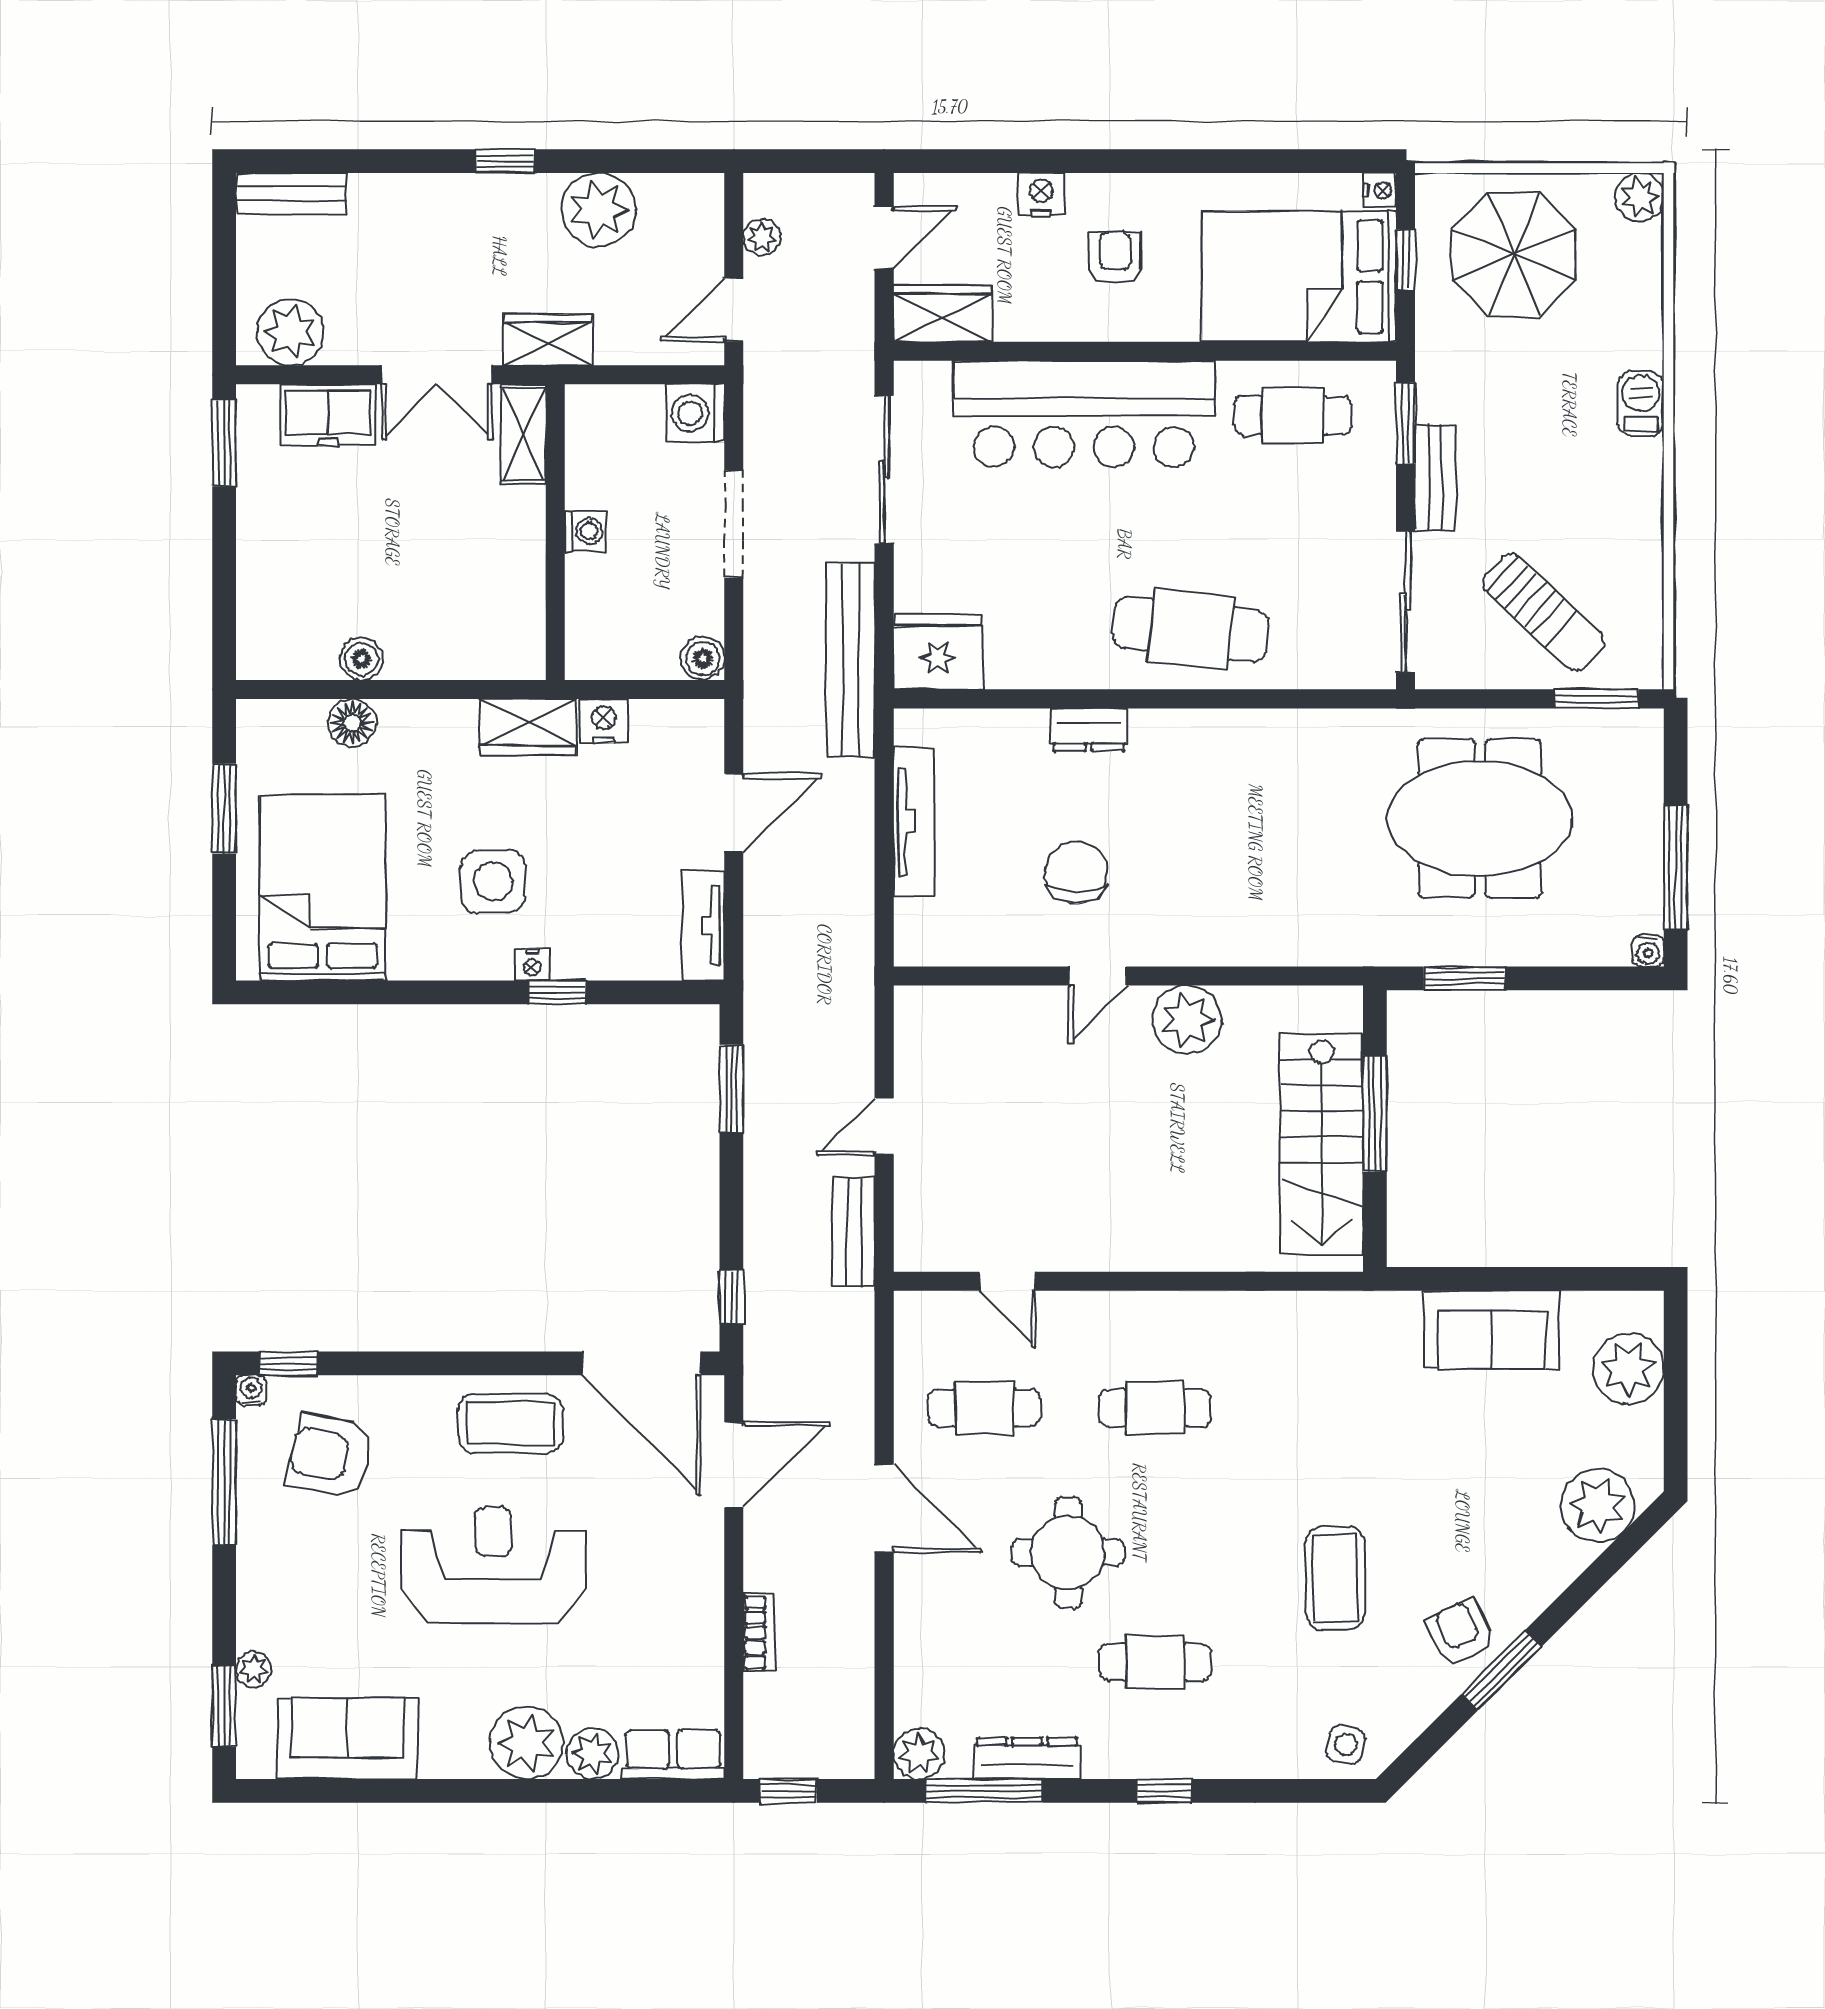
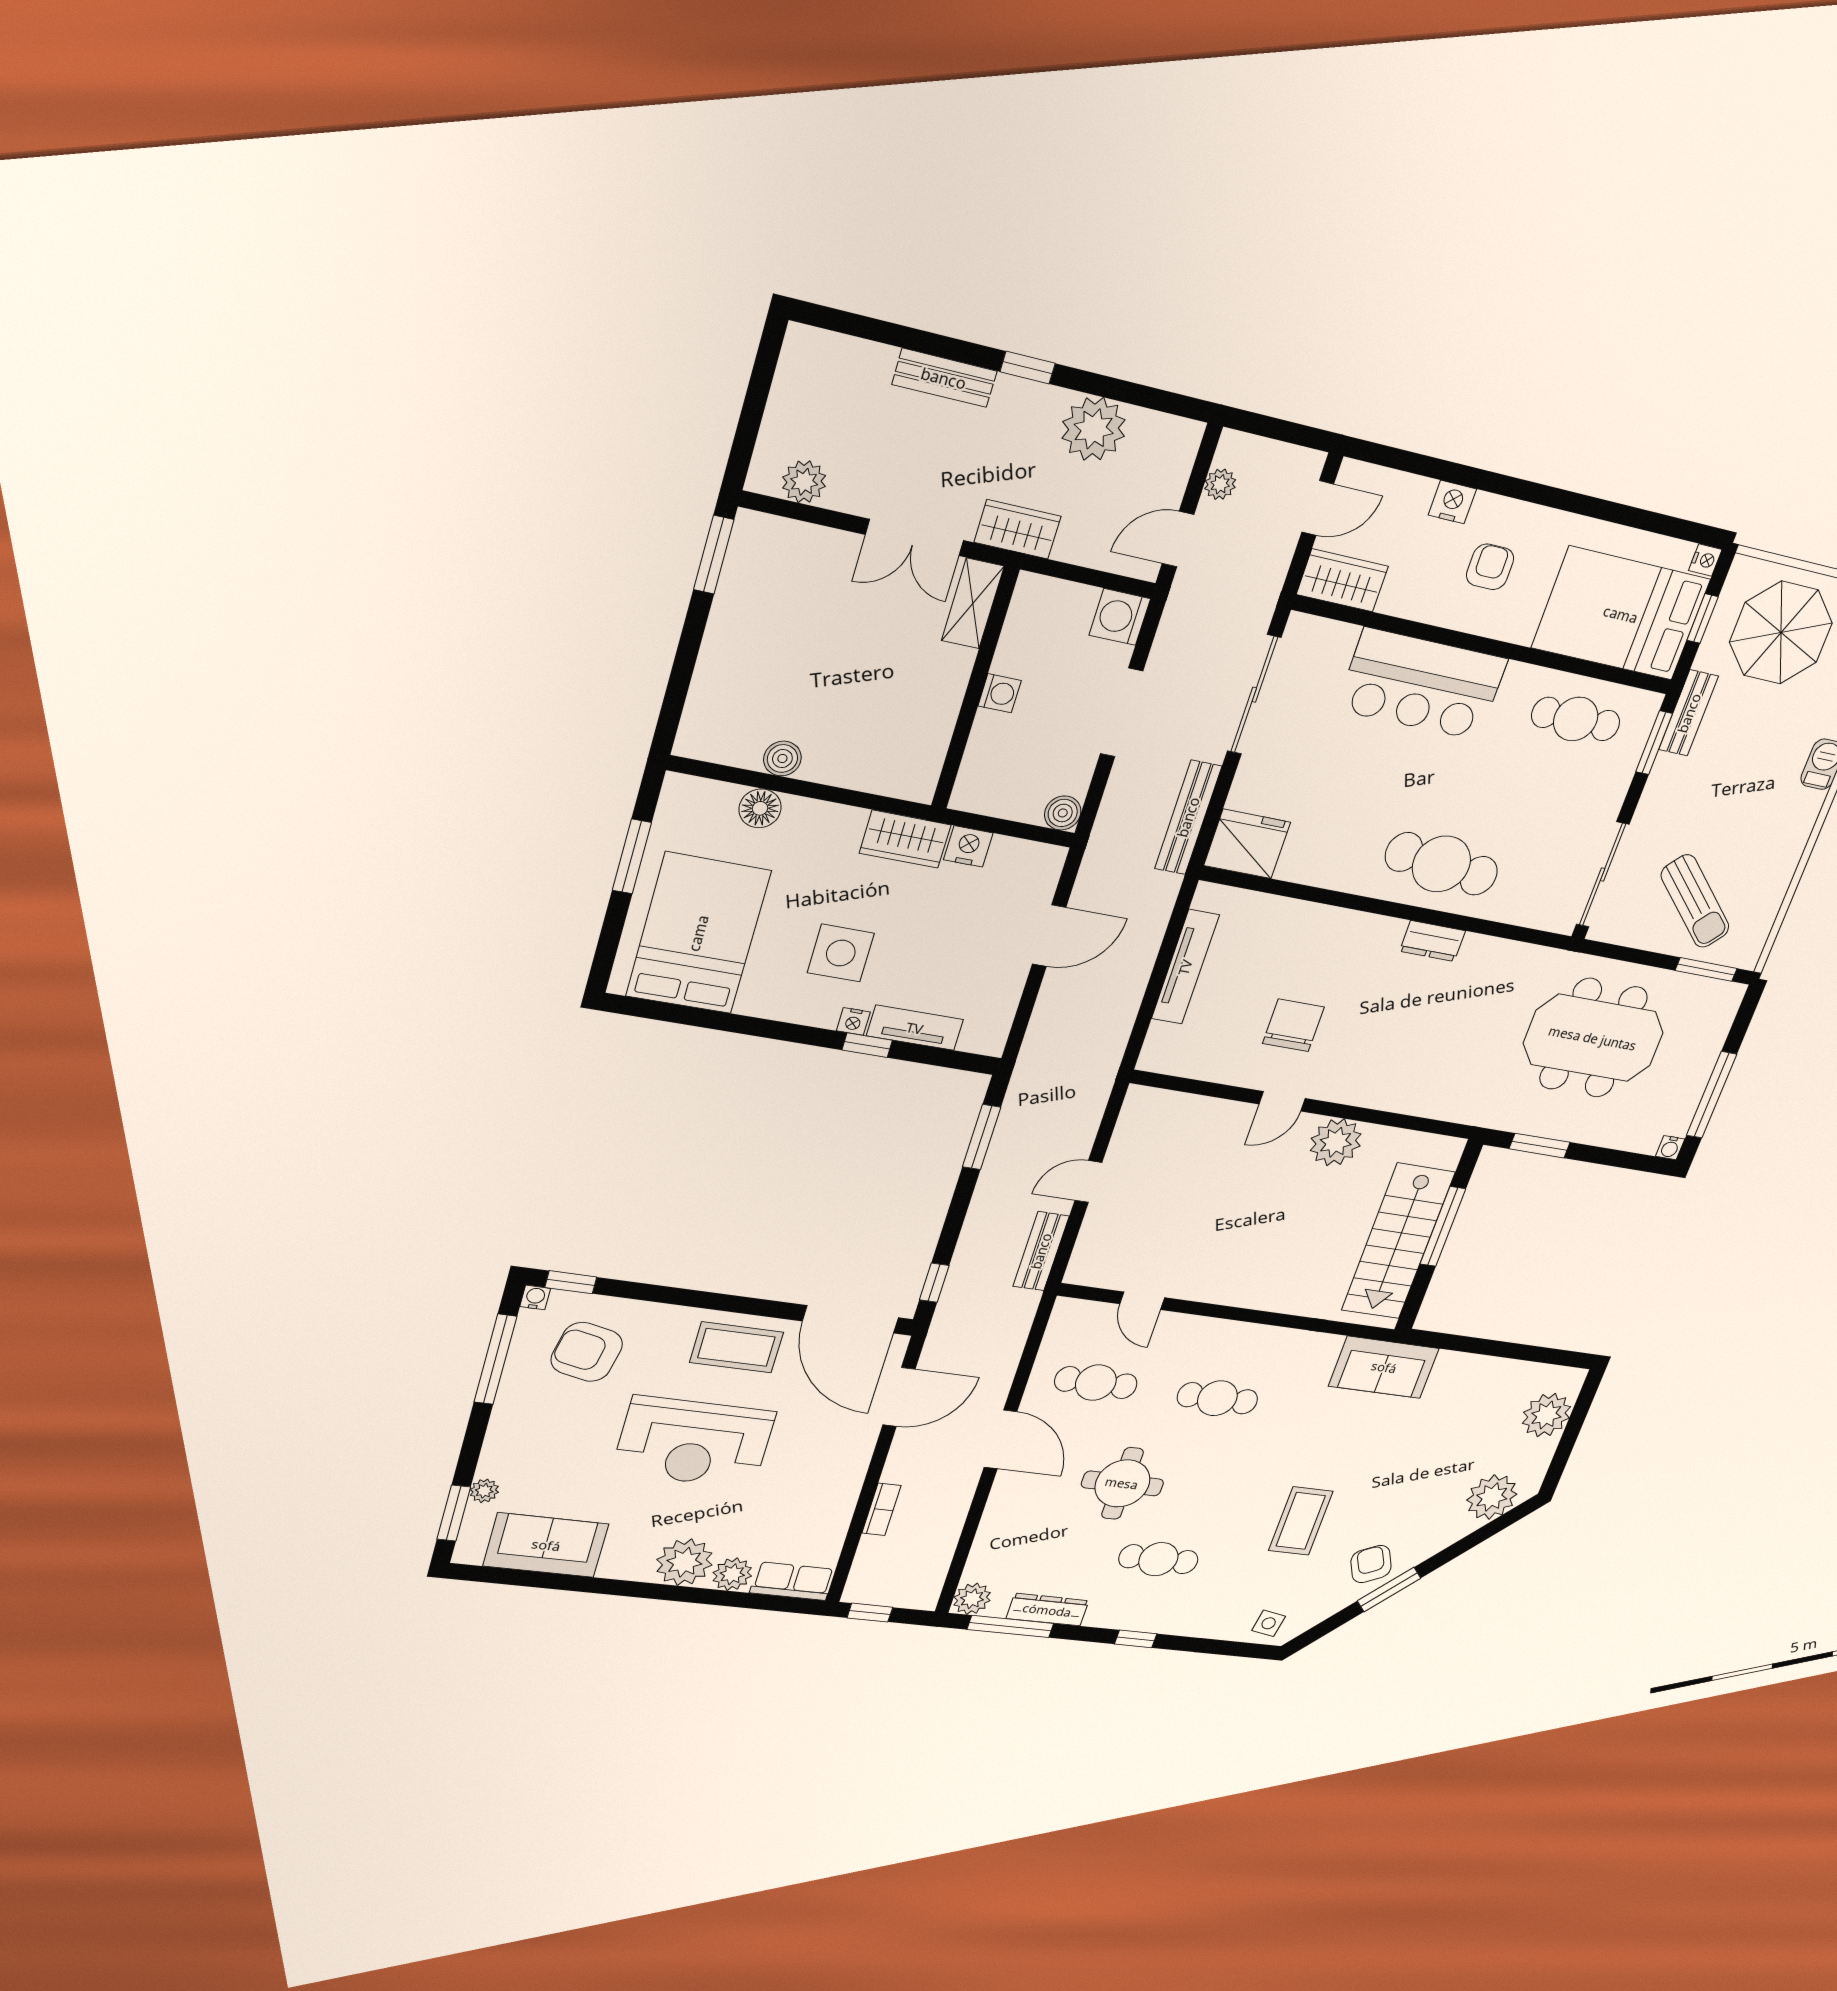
bench: (292, 194) -> (944, 378), moved
plant: (291, 332) -> (804, 482), width x0.73, depth x0.73
bar counter: (1084, 414) -> (1422, 684), width x0.73
freezer: (328, 415) -> (811, 551), removed
bench: (1435, 477) -> (1689, 713), moved
bench: (851, 660) -> (1188, 817), width x0.73, depth x0.82
dresser: (1089, 730) -> (1433, 941), moved
tv unit: (703, 926) -> (915, 1028), moved, turned 90
sofa: (1492, 1330) -> (1384, 1367), moved
reception desk: (493, 1565) -> (694, 1442), turned 180

